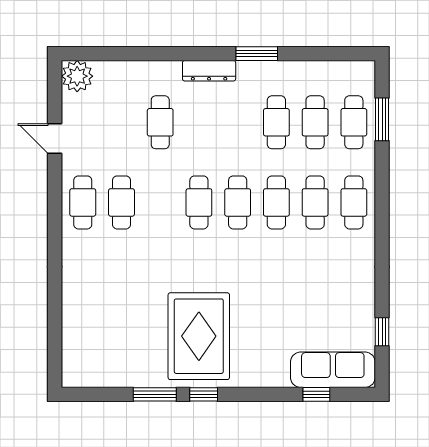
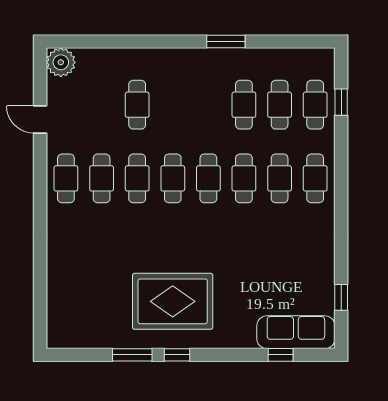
dresser: (209, 71) -> (182, 57), removed
window: (382, 119) -> (341, 102), width x0.67
cafe table: (160, 202) -> (137, 178), added
rug: (199, 336) -> (173, 301), turned 90

